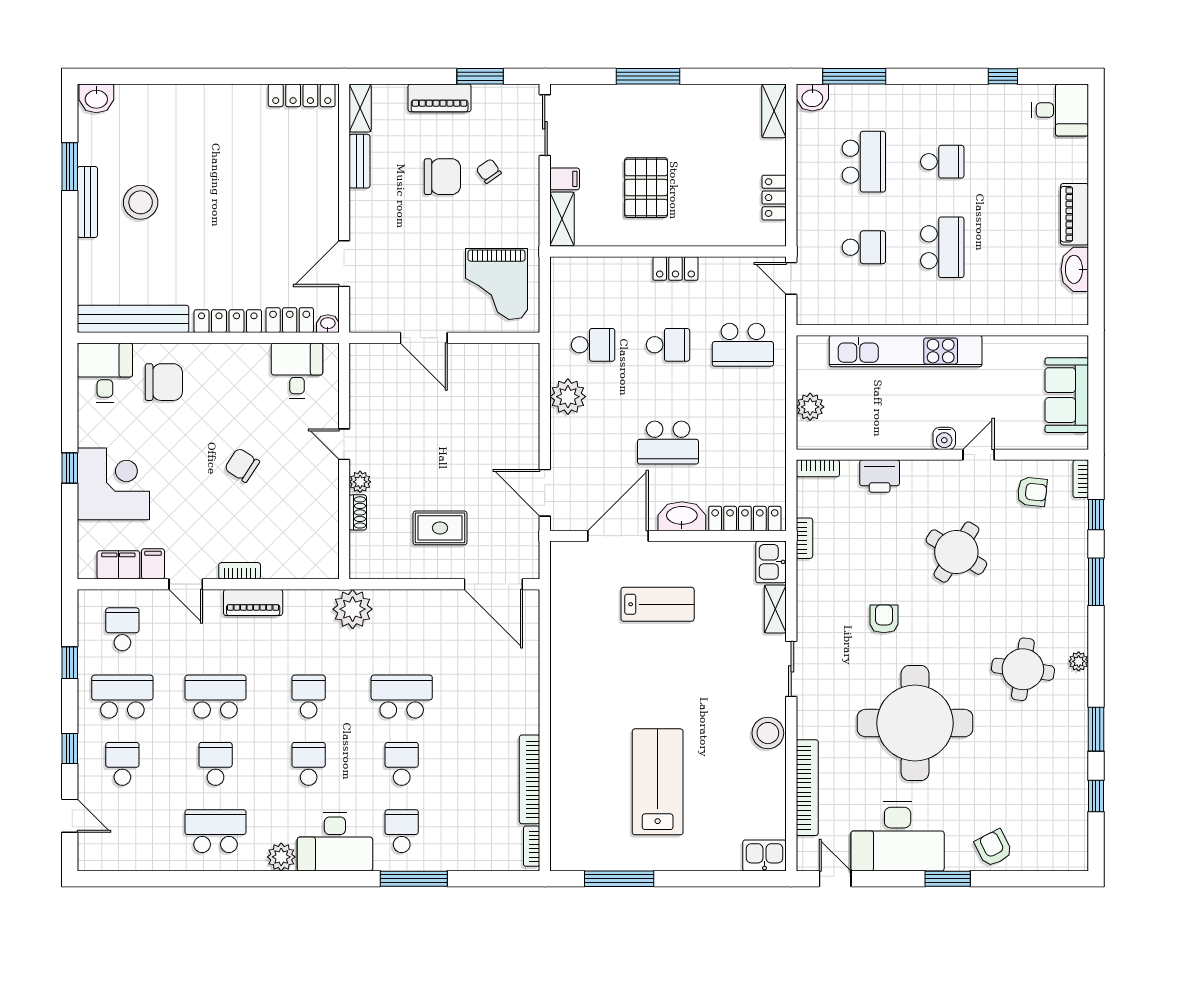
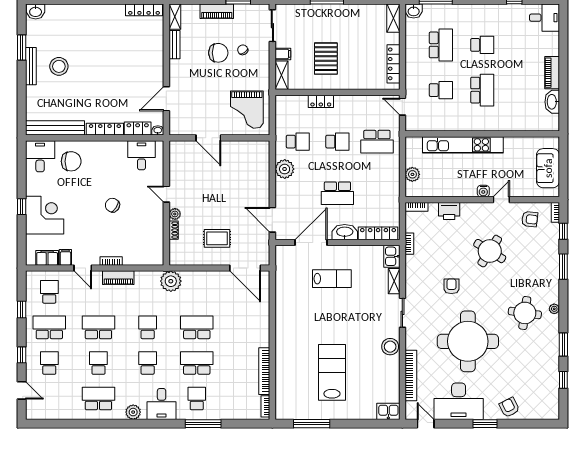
locker: (774, 198) -> (393, 64), width x1.53
locker: (675, 268) -> (321, 101), moved
school desk: (402, 764) -> (197, 363), width x1.85
desk: (335, 842) -> (162, 404), width x0.73

